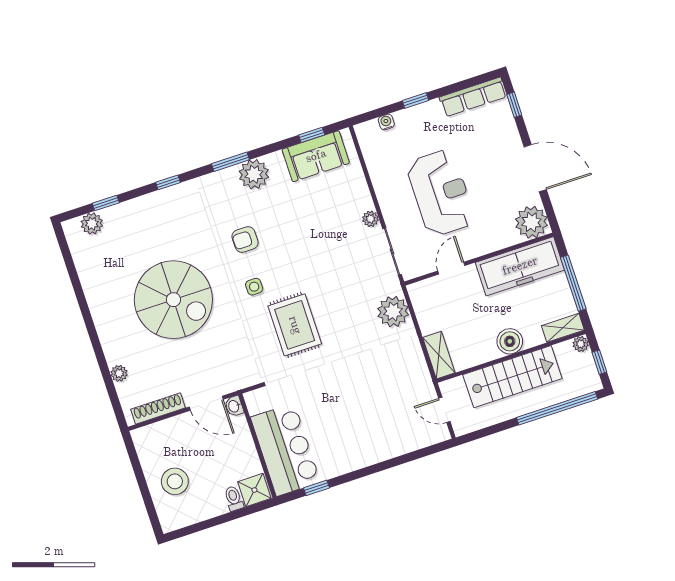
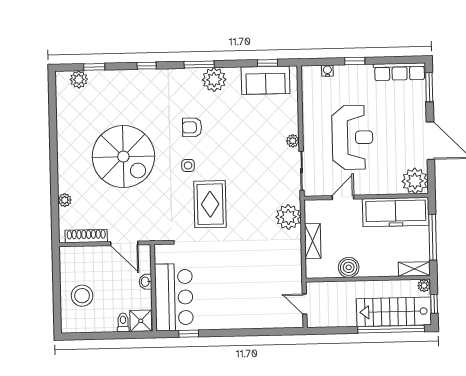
window: (514, 105) -> (429, 87), width x1.50
boiler: (510, 341) -> (349, 267), moved
shelving: (439, 355) -> (313, 241), moved
stairs: (512, 377) -> (394, 312), moved, turned 180
washbasin: (234, 406) -> (146, 282), moved

